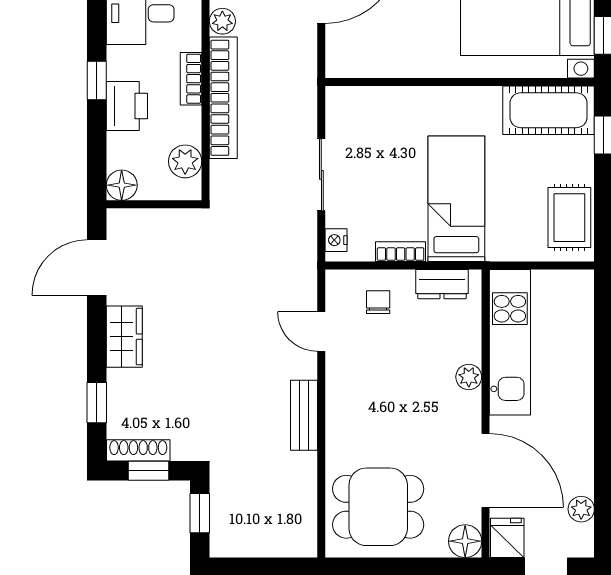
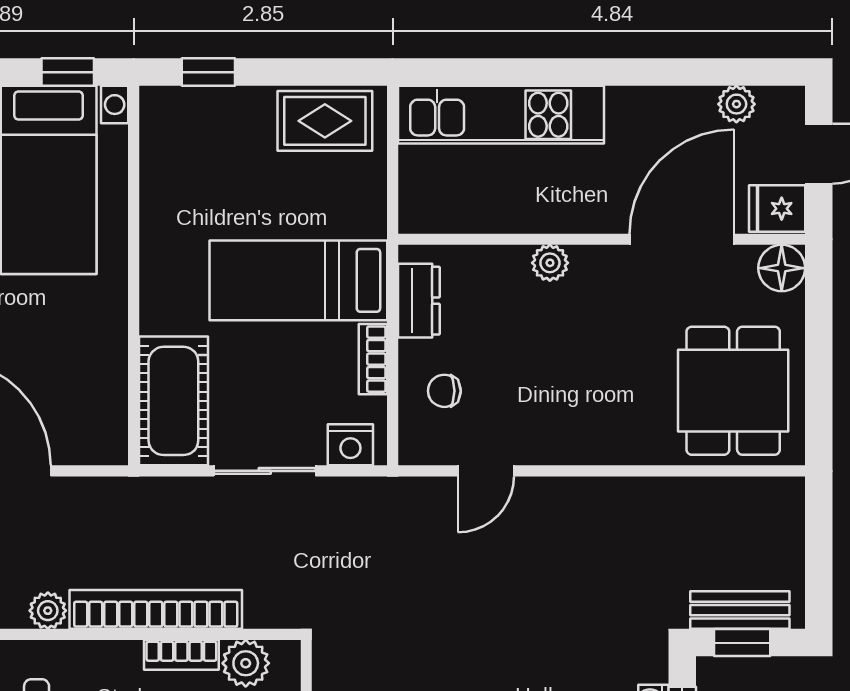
bookcase: (191, 79) -> (181, 655), moved
cot: (549, 110) -> (173, 401), moved
nightstand: (336, 240) -> (350, 445), width x1.39, depth x1.35
kitchen unit: (510, 342) -> (501, 115), moved, turned 180
bench: (304, 415) -> (740, 610), moved

